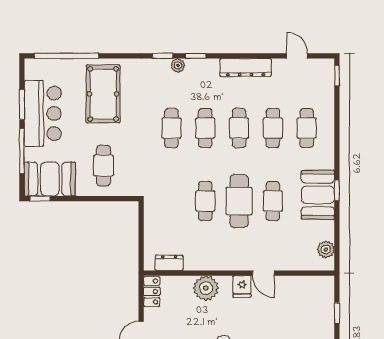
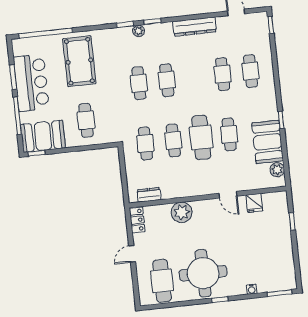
cafe table: (239, 128) -> (145, 143), moved
booth: (318, 195) -> (268, 142), moved
fridge: (242, 286) -> (254, 203), moved

